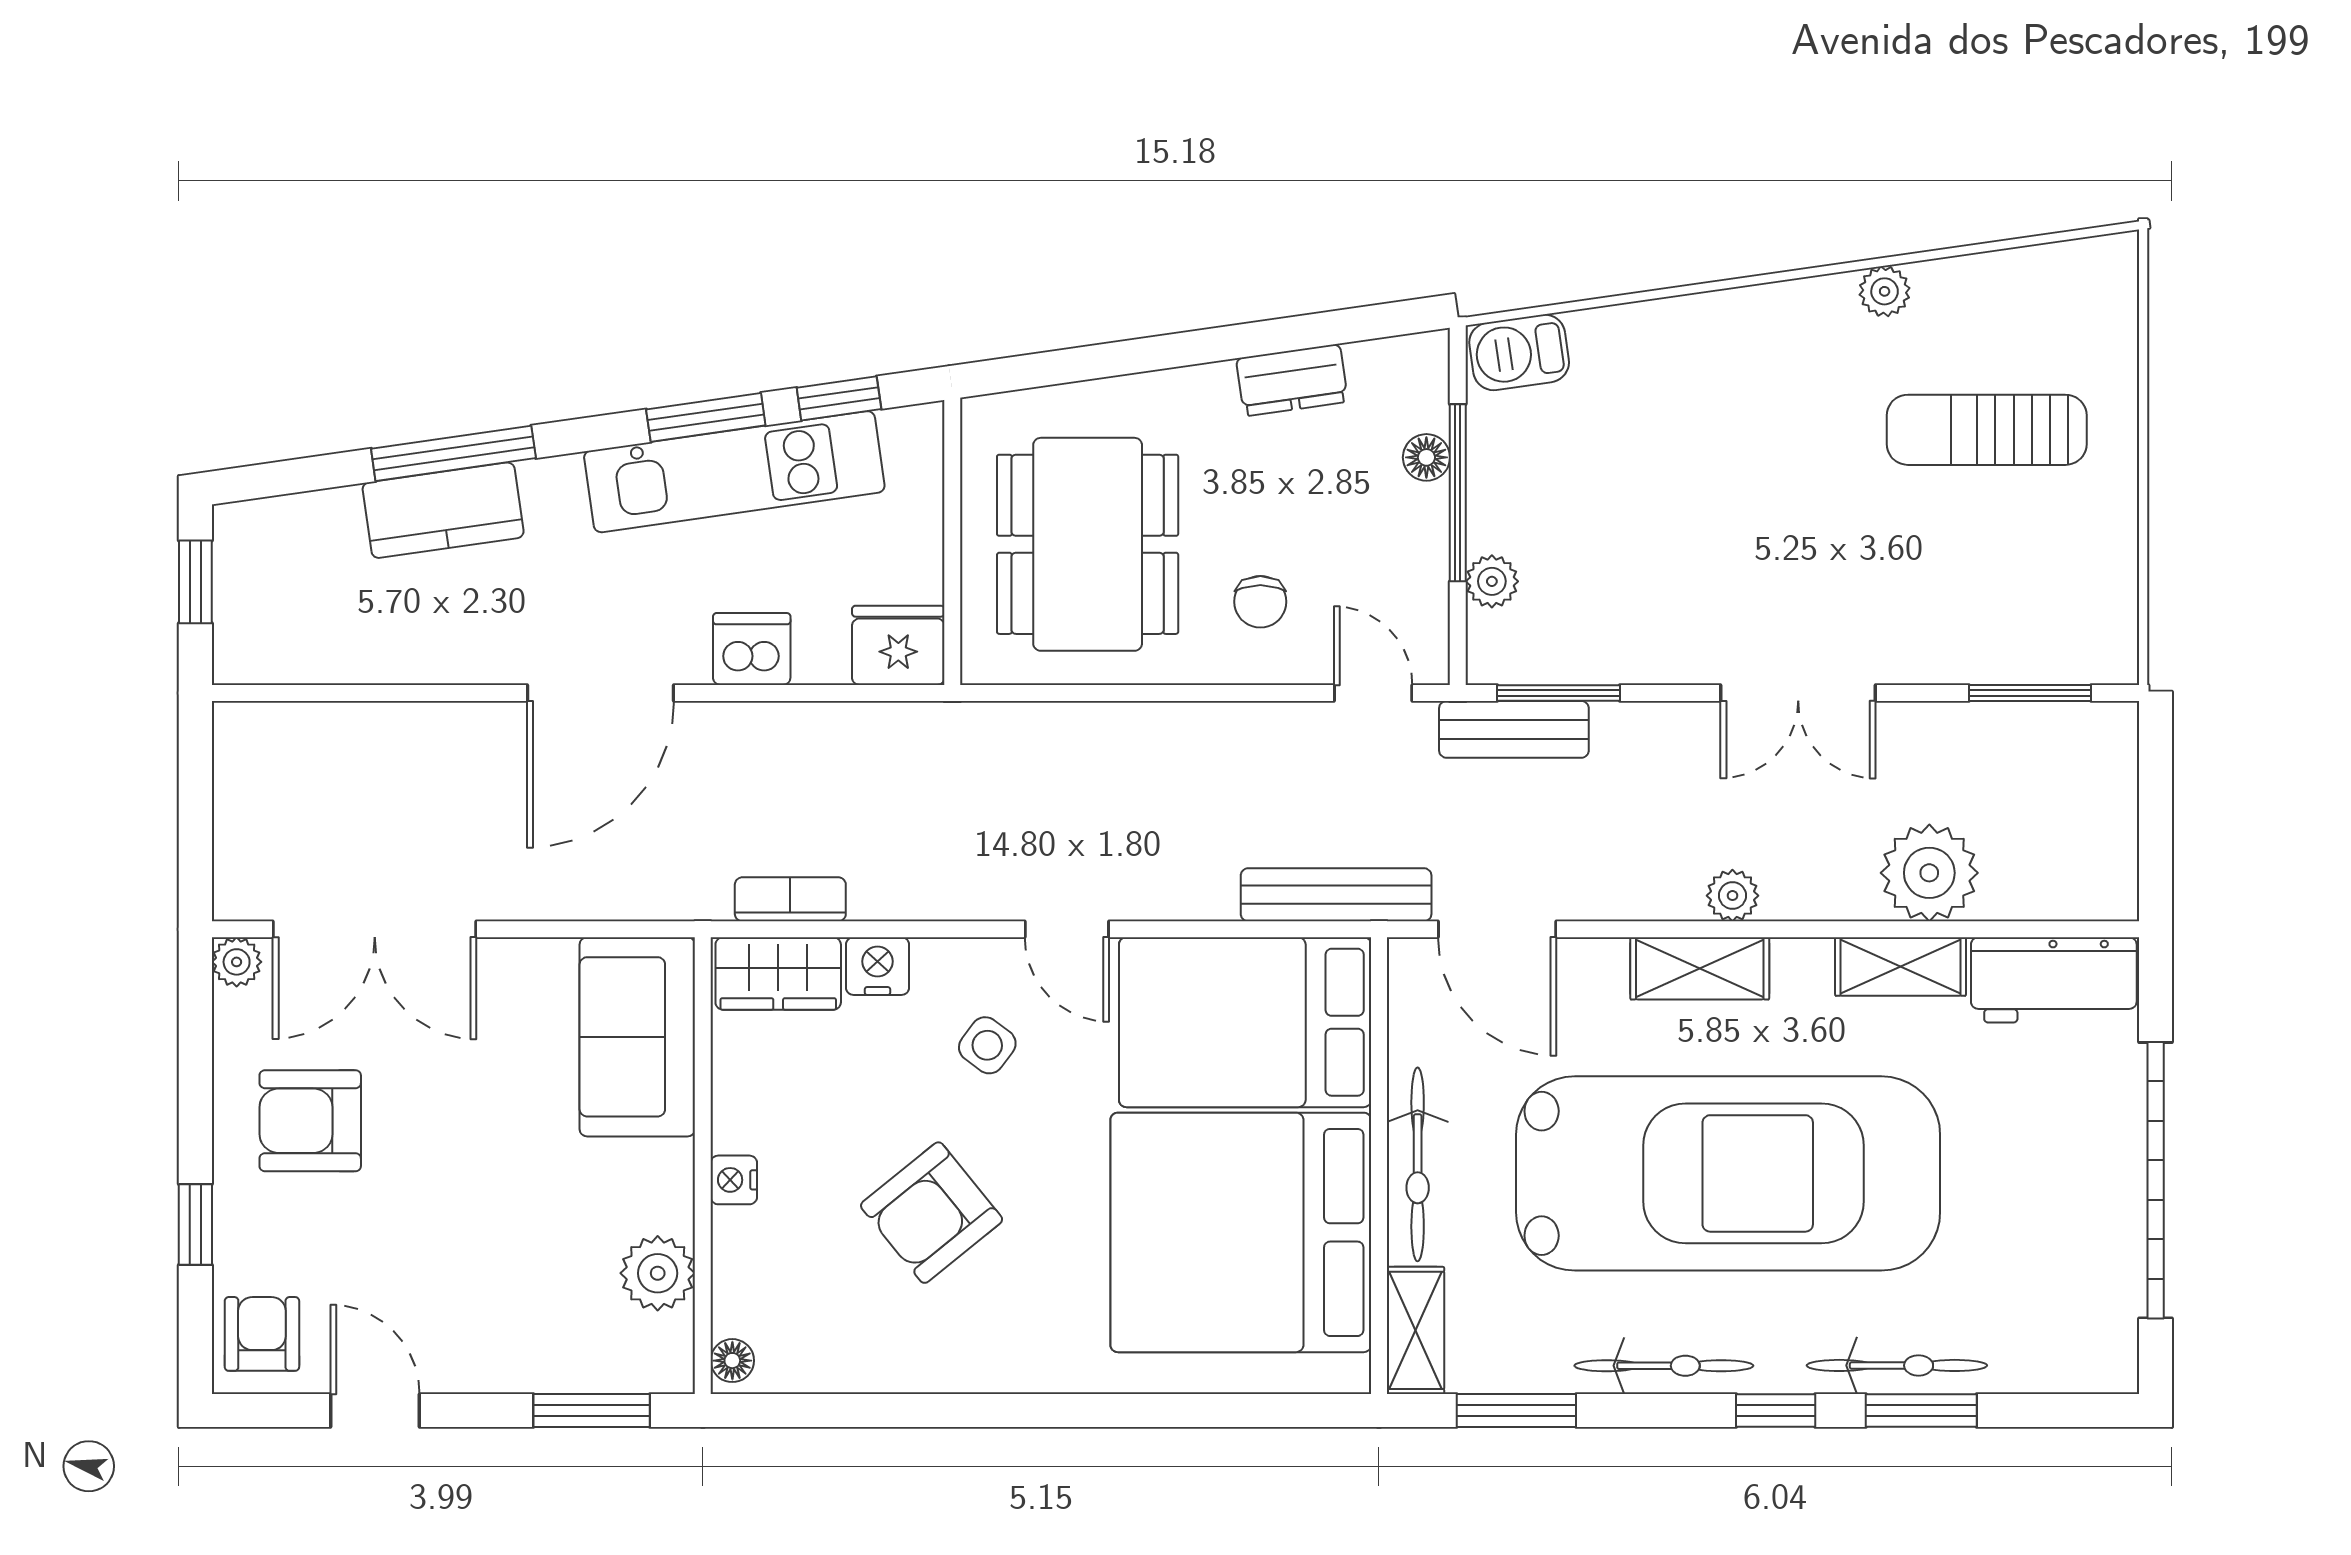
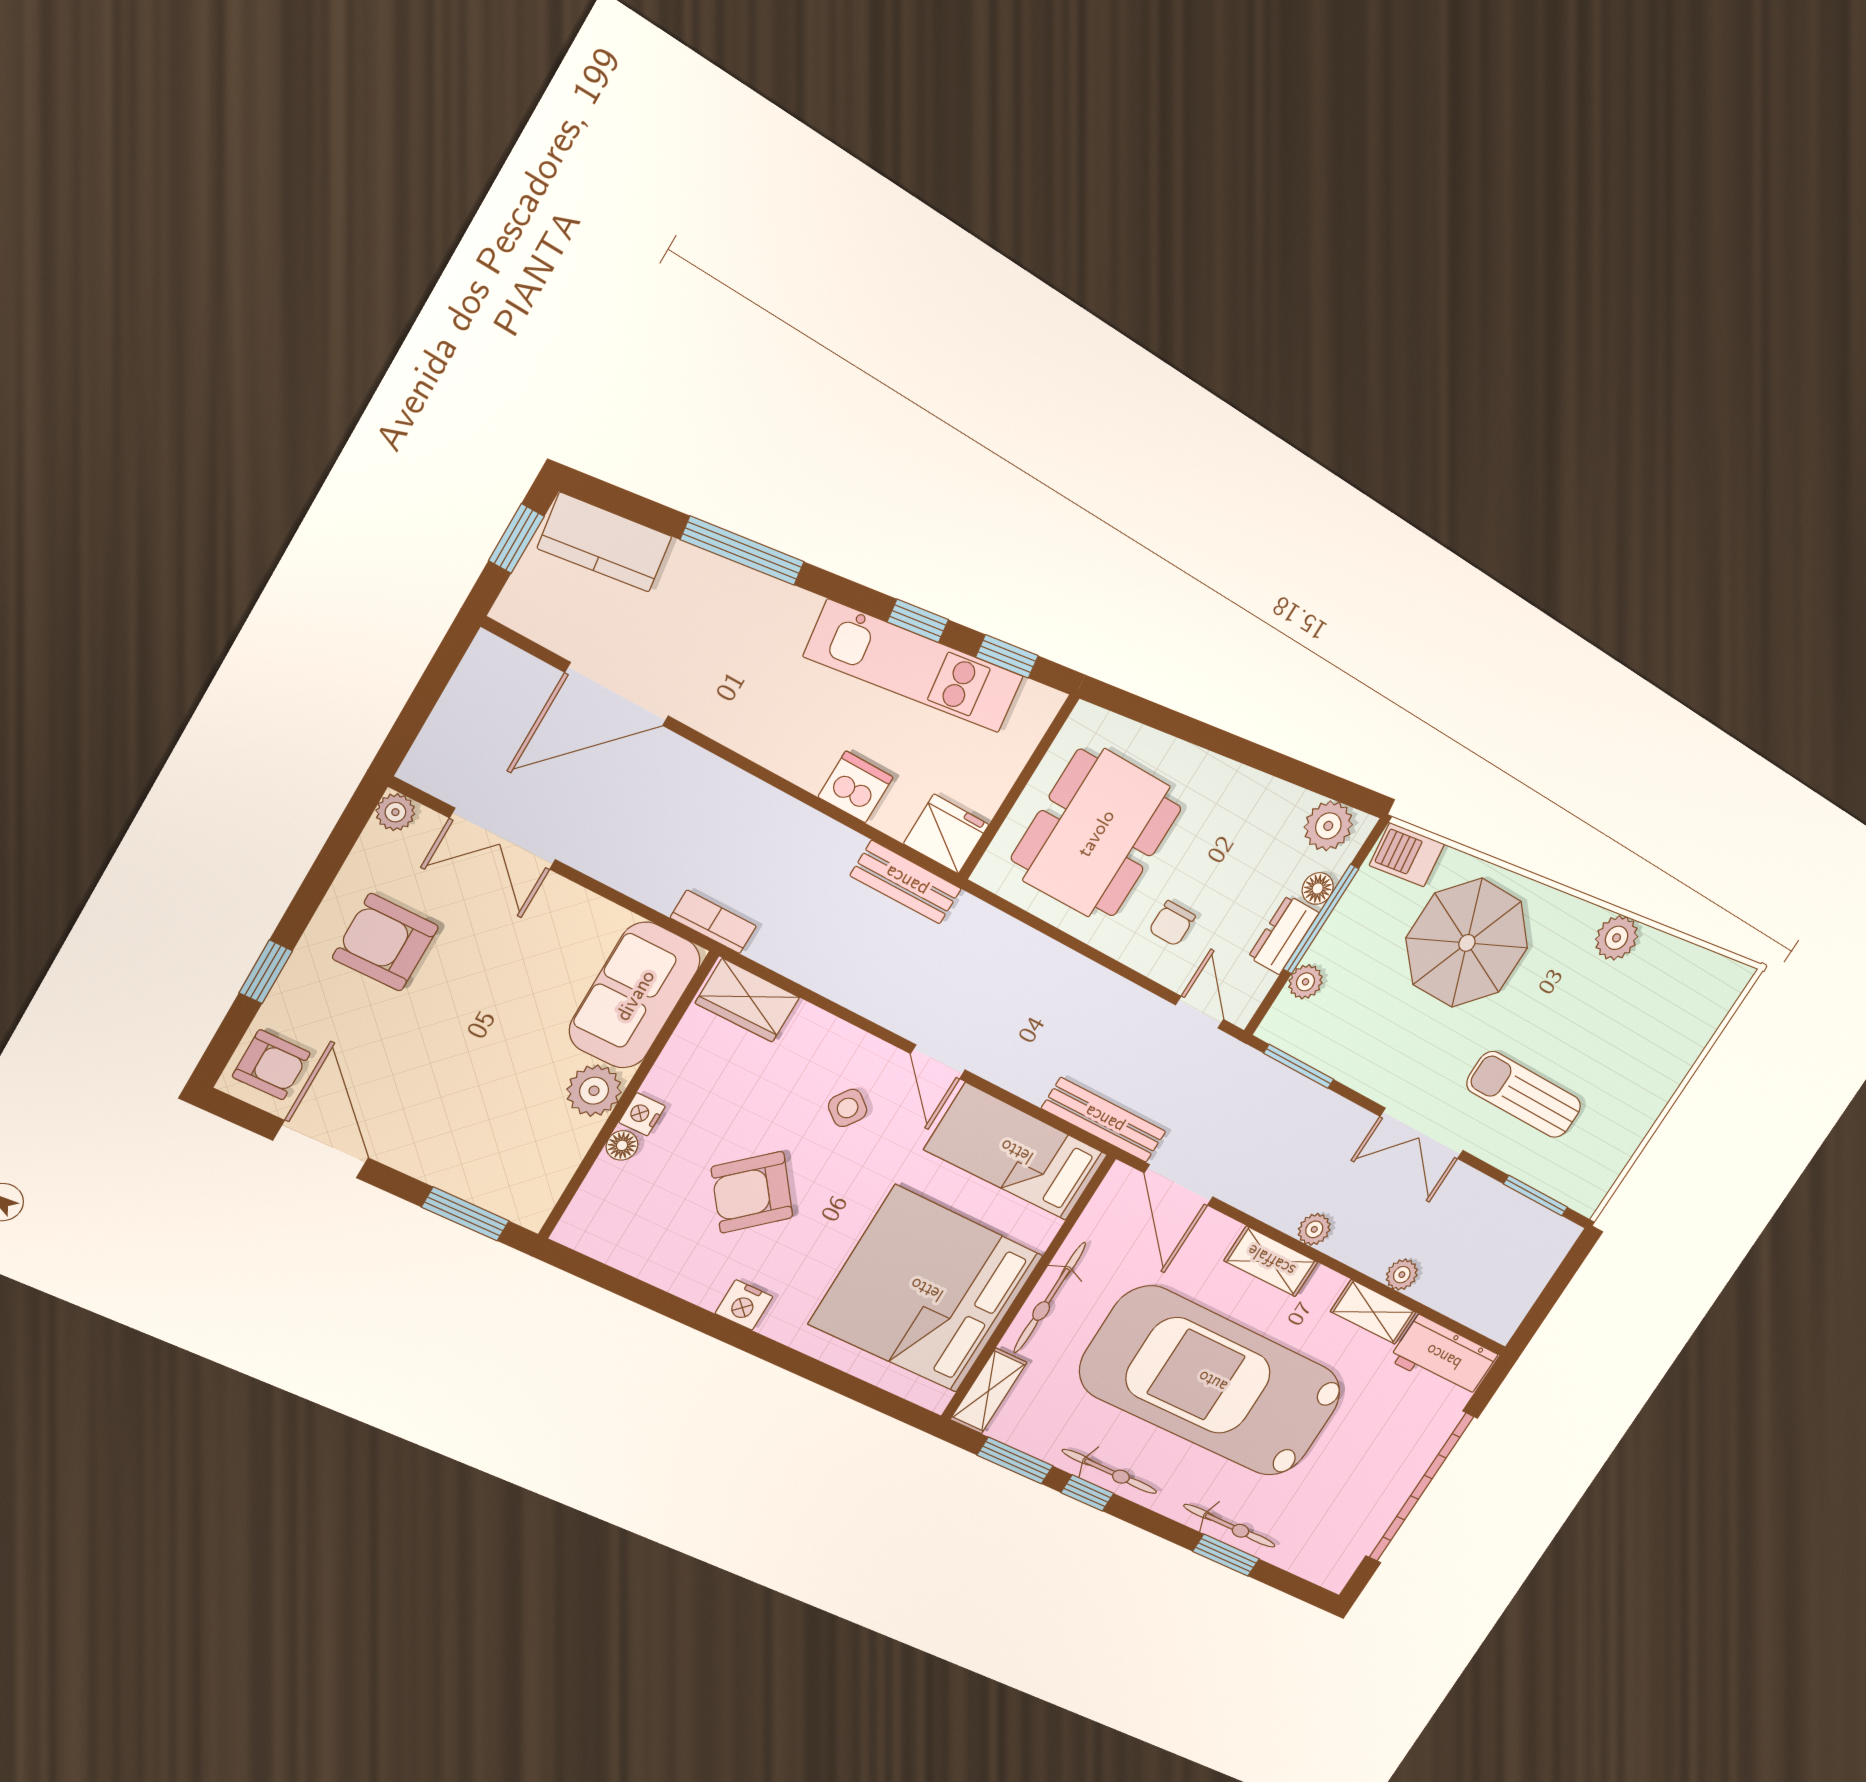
plant: (1885, 291) -> (1617, 938), width x1.38, depth x1.38
plant: (1387, 374) -> (1328, 826), added
dresser: (1292, 380) -> (1284, 935), moved, turned 98
window: (706, 417) -> (918, 621), width x0.67
parasol: (1683, 417) -> (1467, 943), added
sun lounger: (1987, 430) -> (1524, 1095), moved
kitchen counter: (443, 510) -> (605, 542), moved
door: (600, 693) -> (617, 694), moved
bench: (1514, 729) -> (906, 882), moved
plant: (1929, 873) -> (1402, 1275), width x0.53, depth x0.53
bookcase: (790, 899) -> (713, 922), moved
double door: (375, 929) -> (503, 839), width x0.73
nightstand: (878, 966) -> (744, 1305), moved, turned 180
bed: (1245, 1022) -> (1016, 1152), width x0.67
car: (1728, 1173) -> (1212, 1382), turned 180
plant: (658, 1273) -> (594, 1091), moved
armchair: (262, 1334) -> (271, 1065), turned 90
floor lamp: (732, 1361) -> (622, 1145), moved
door: (375, 1410) -> (321, 1149), width x1.38
window: (1776, 1410) -> (1087, 1493), moved

